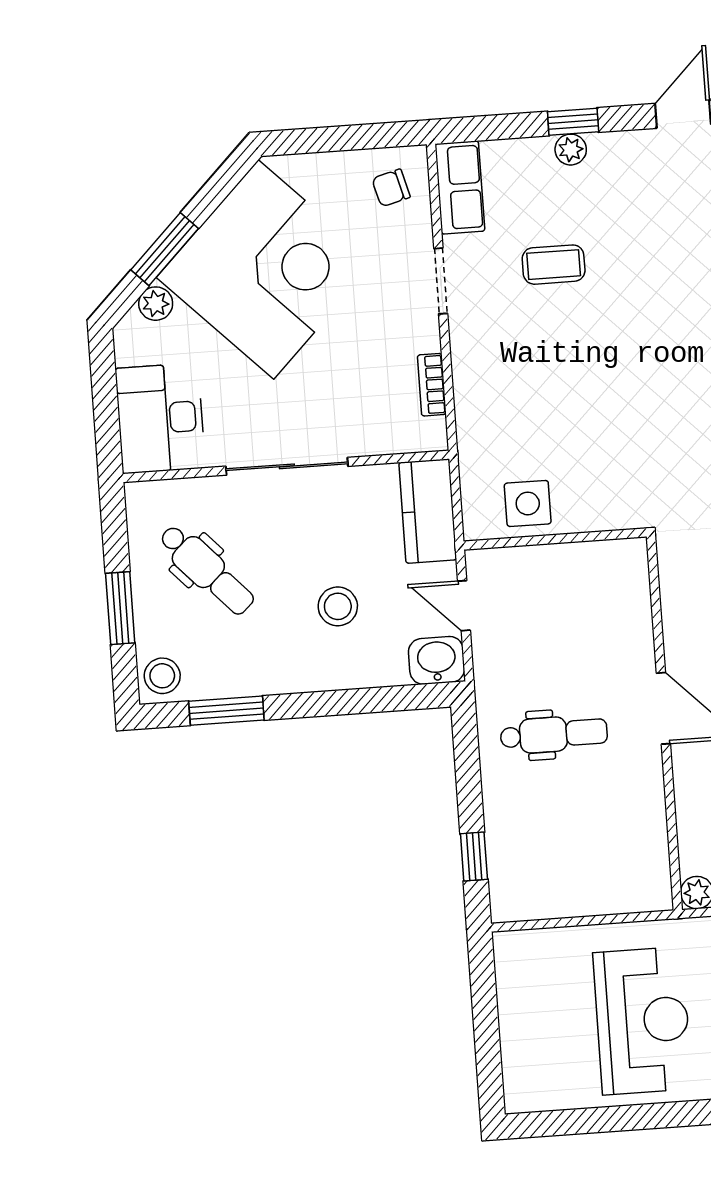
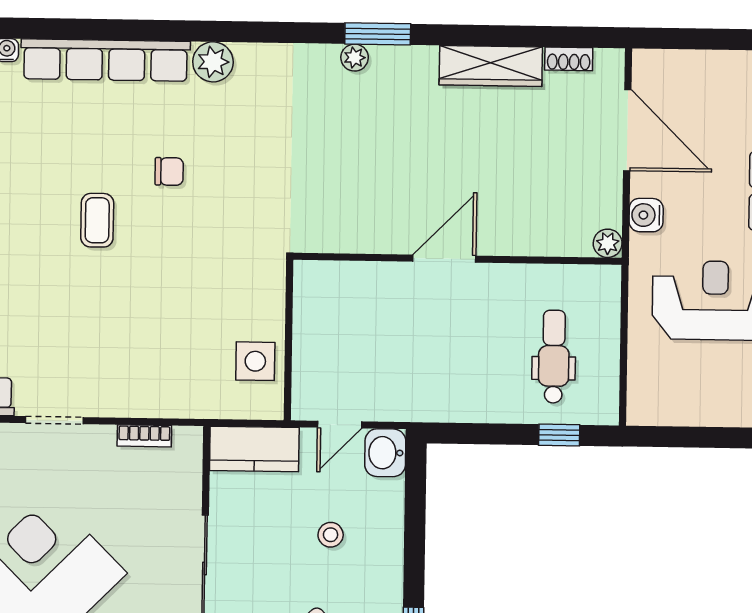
coffee table: (554, 265) -> (97, 220), moved
stool: (338, 606) -> (331, 535), width x0.73, depth x0.73
dental chair: (554, 734) -> (554, 357), moved

